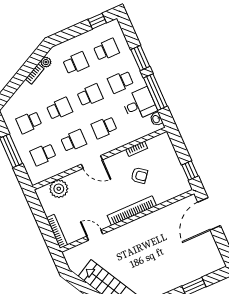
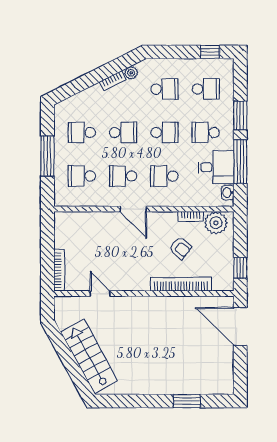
school desk: (74, 141) -> (123, 176), turned 180
plant: (59, 189) -> (216, 223), moved
bookcase: (132, 211) -> (181, 284), moved
door: (209, 214) -> (240, 327), hinge flipped

